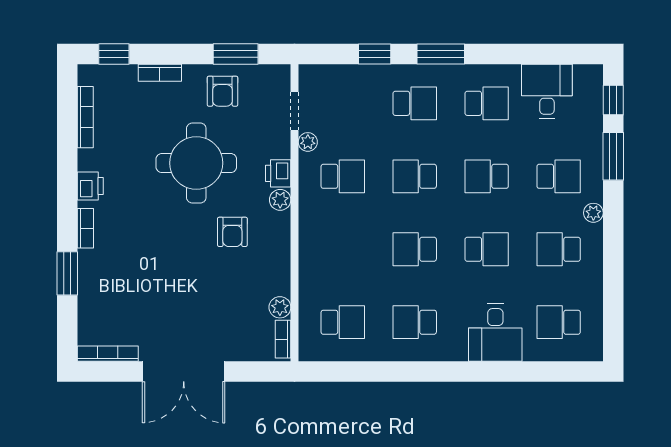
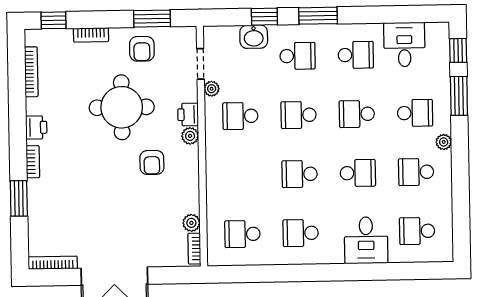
washbasin: (361, 79) -> (254, 37), added
school desk: (343, 176) -> (240, 116), turned 180
school desk: (343, 322) -> (242, 234), turned 180

